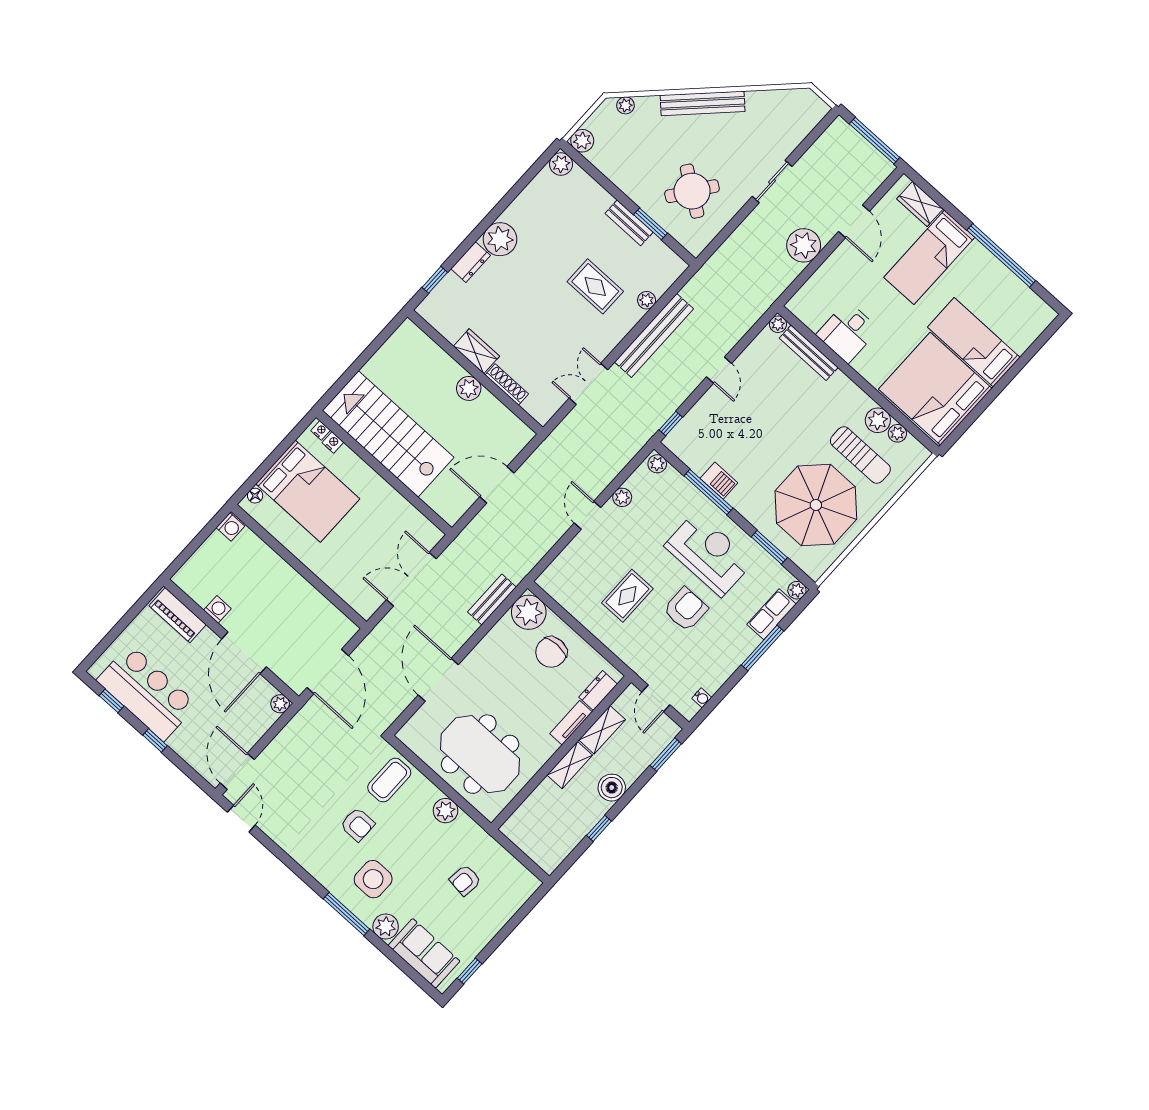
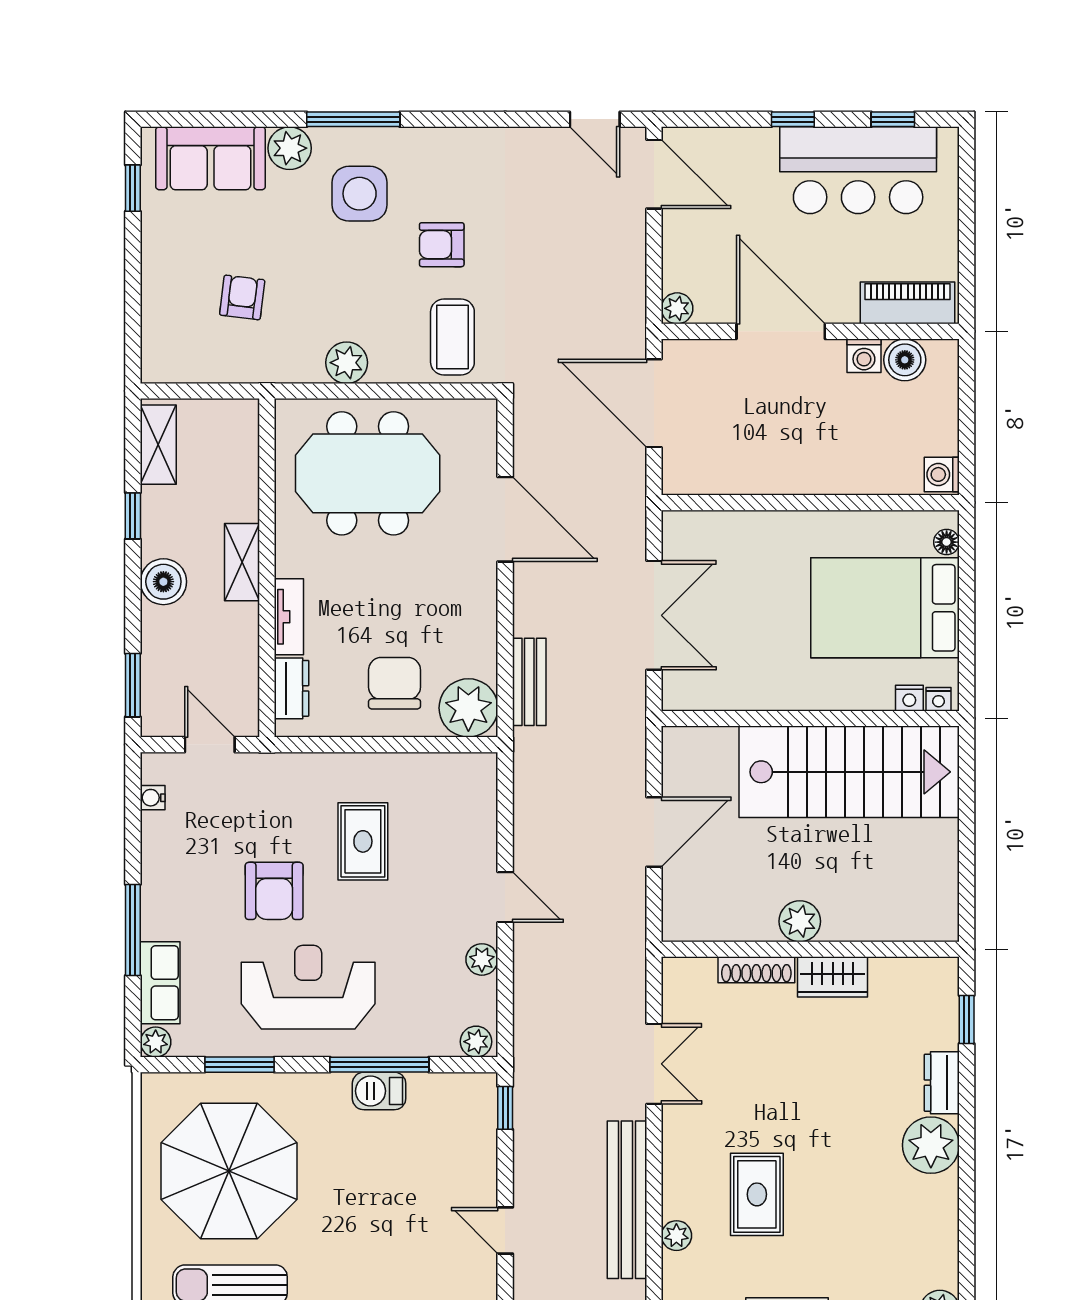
rug: (595, 286) -> (757, 1194), turned 90
reception desk: (709, 554) -> (308, 987), turned 180
boiler: (201, 591) -> (905, 360), added
shelving: (602, 730) -> (158, 445), moved

